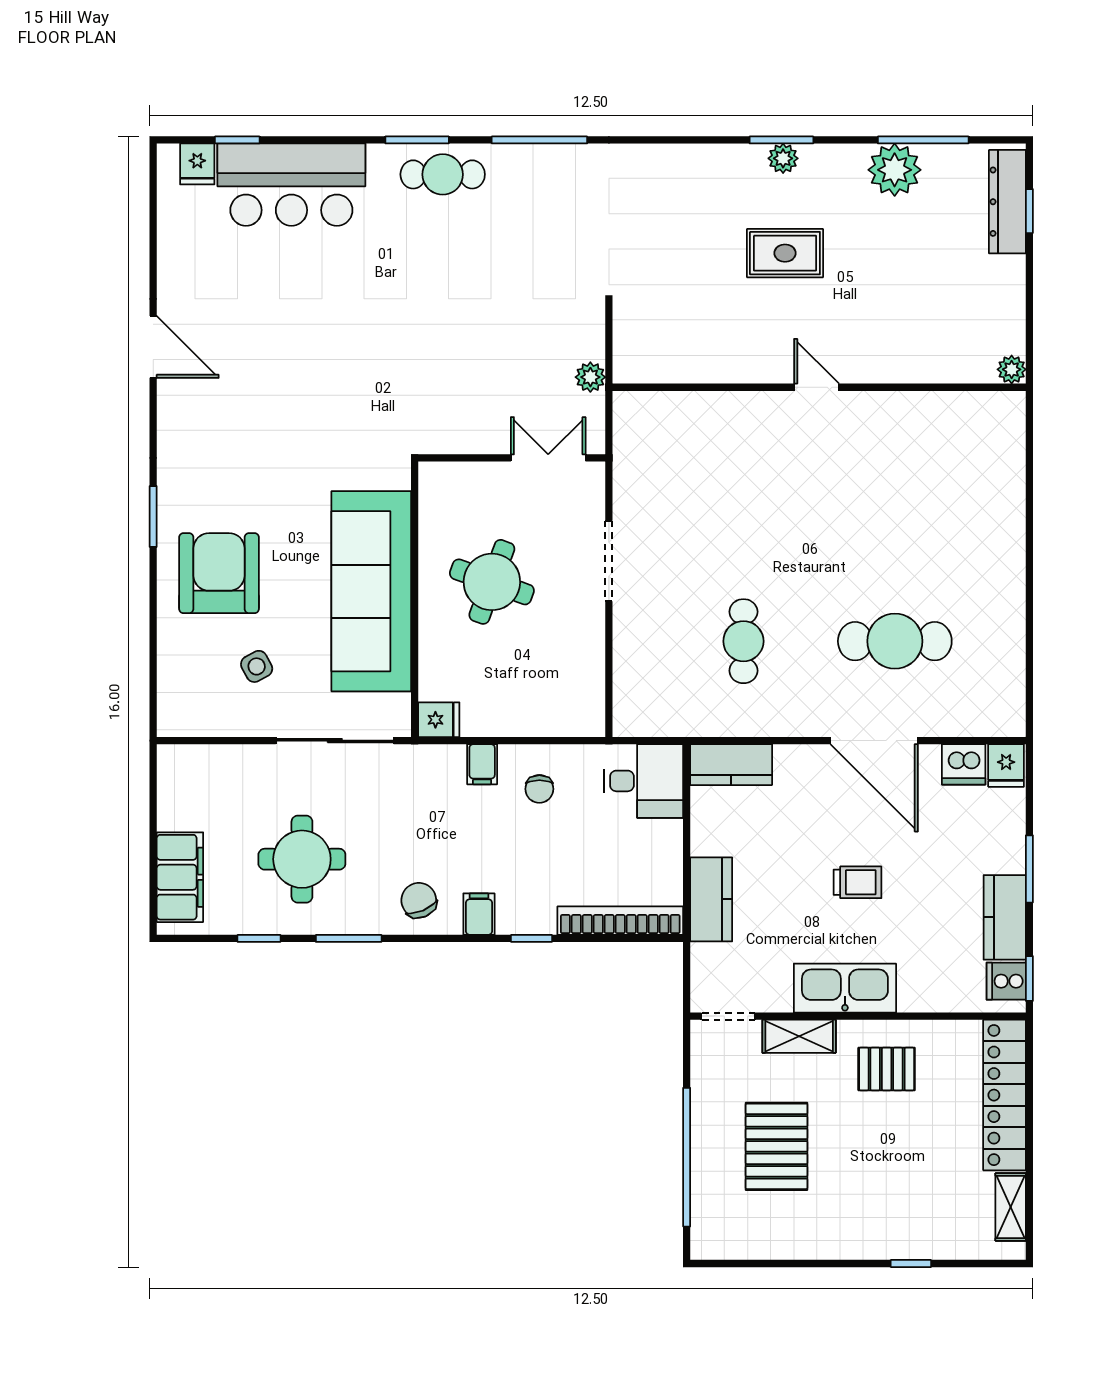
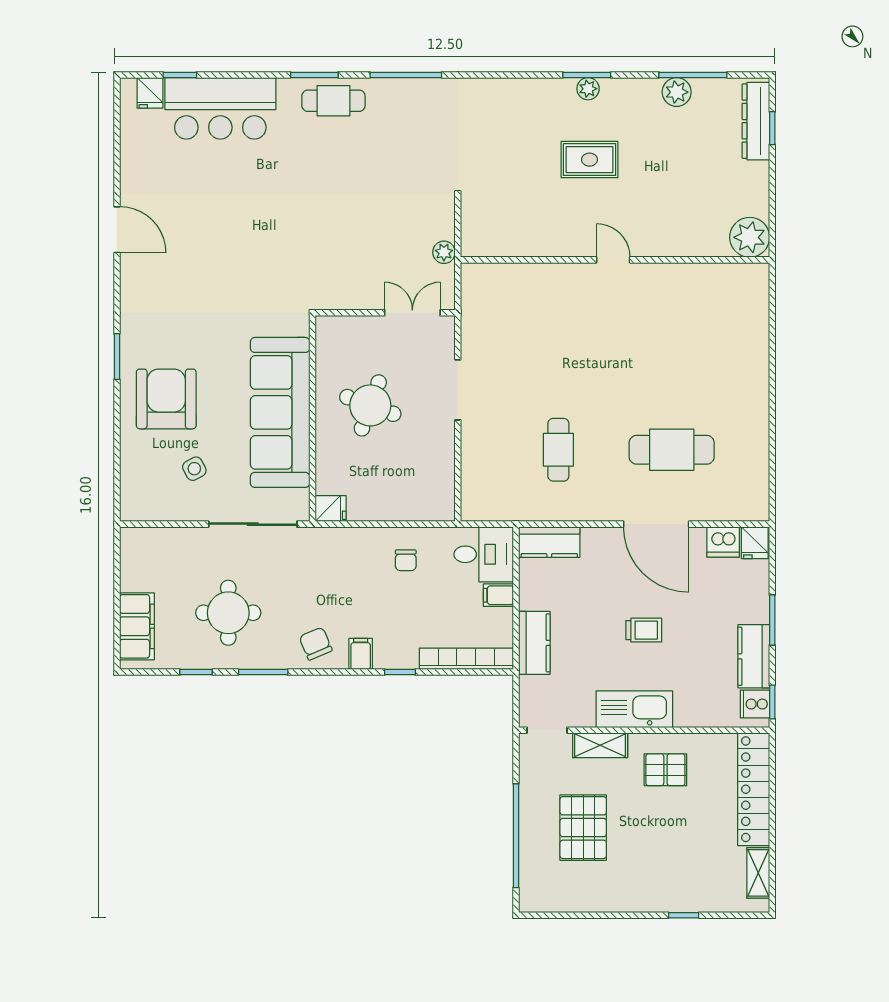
plant: (895, 170) -> (677, 92), width x0.73, depth x0.73
plant: (1012, 369) -> (750, 237), width x1.87, depth x1.87
filing cabinet: (482, 764) -> (498, 595), moved, turned 90

